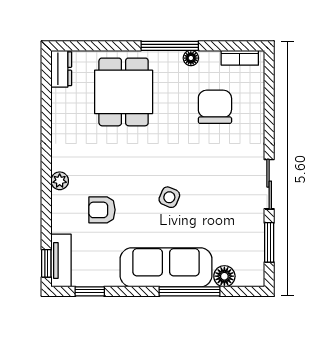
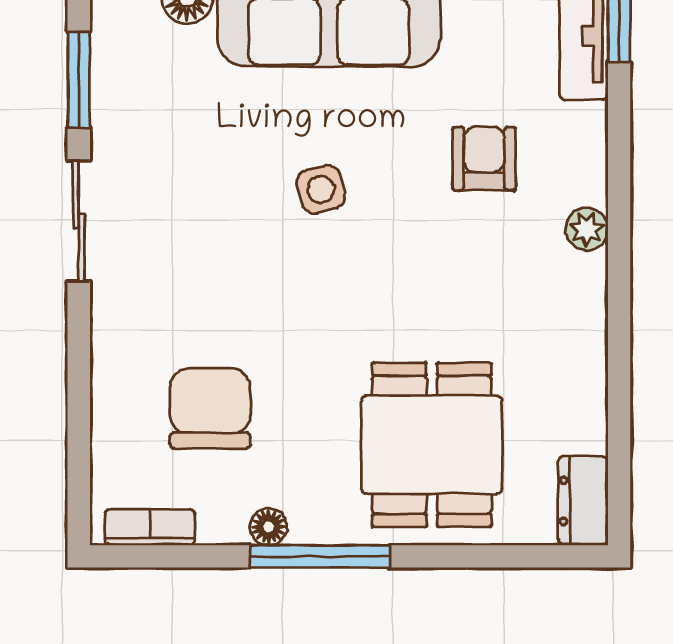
chair: (215, 107) -> (210, 408), turned 180
side table: (169, 197) -> (321, 189), turned -37
armchair: (102, 210) -> (484, 159), turned -90

